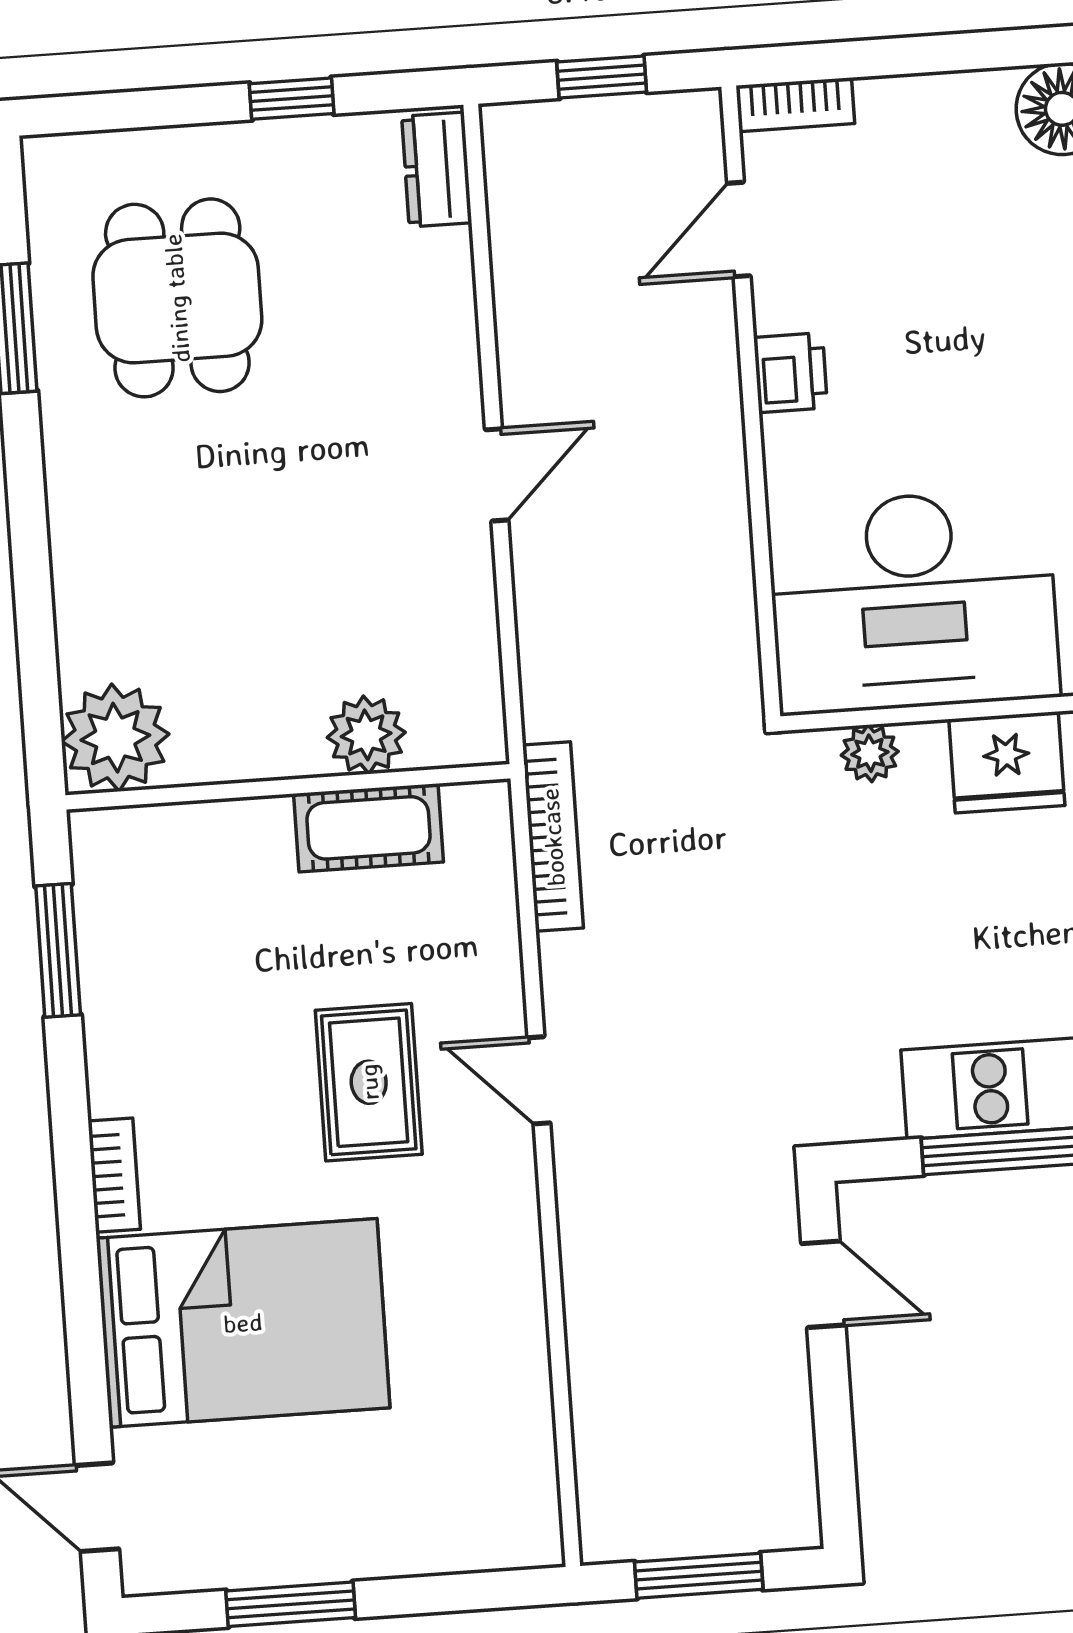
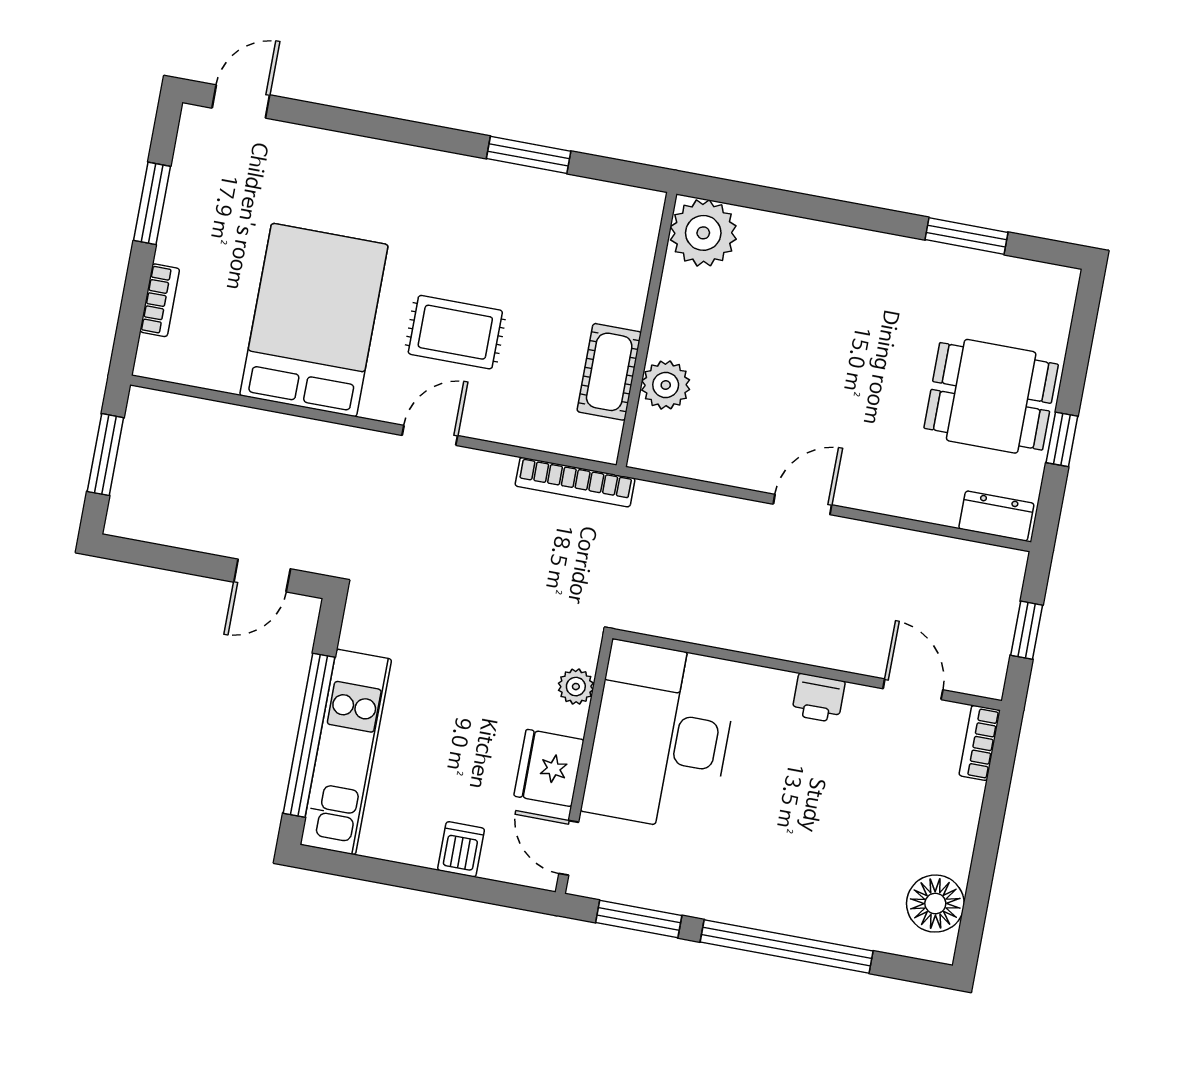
dining table: (177, 298) -> (991, 396), moved
door: (497, 475) -> (802, 504), swing flipped
window: (58, 950) -> (529, 155), moved
bookcase: (114, 1175) -> (160, 300), moved, turned -90
bed: (243, 1323) -> (314, 320), moved, turned 180

